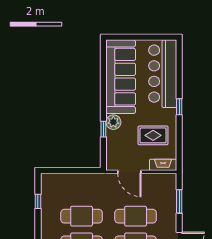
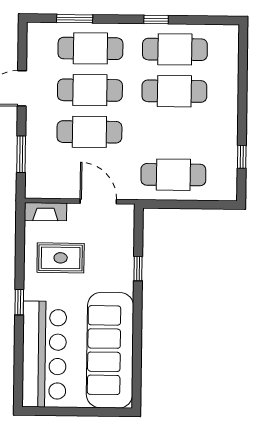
plant: (113, 122) -> (122, 279), removed
cafe table: (82, 216) -> (173, 175), moved

